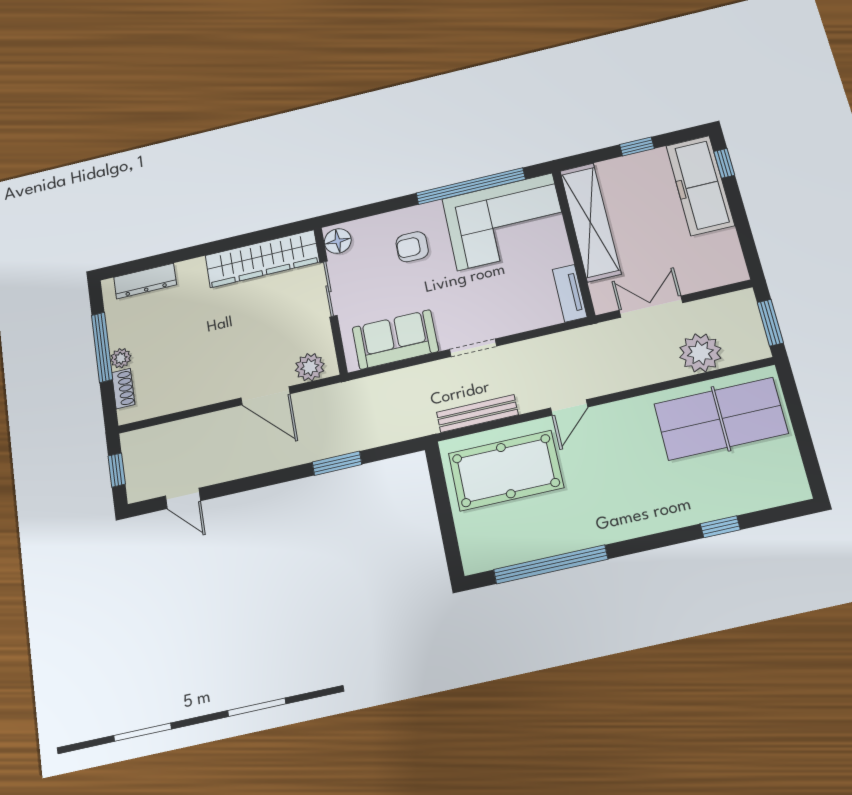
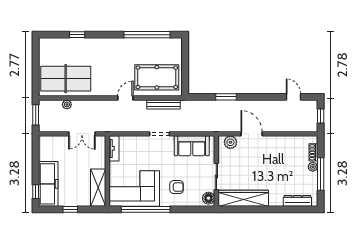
shelving: (590, 222) -> (98, 188), width x0.68
plant: (700, 353) -> (67, 105), width x0.53, depth x0.53

